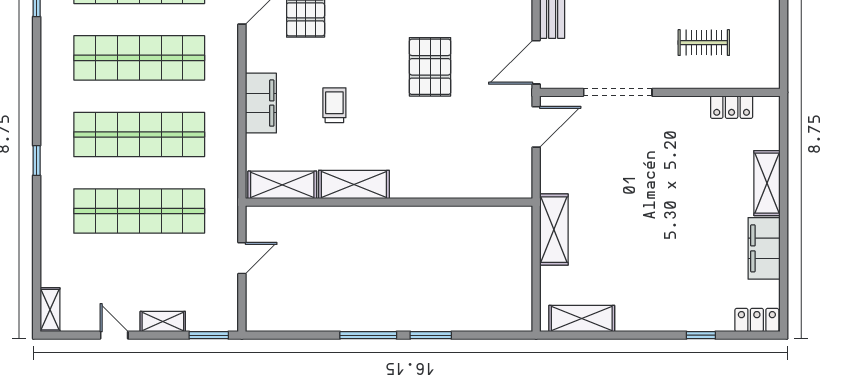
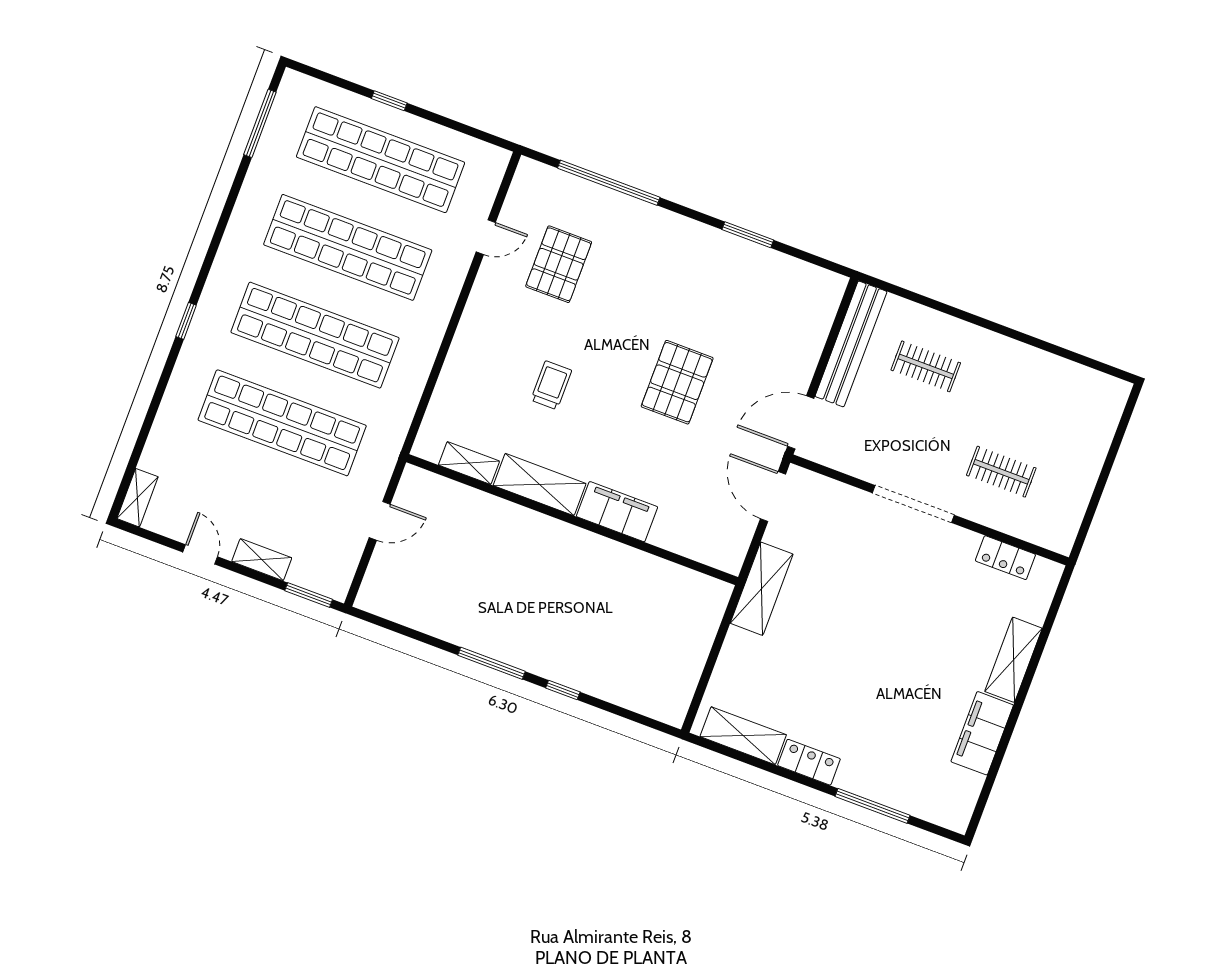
doorway: (618, 92) -> (913, 504), moved
filing cabinet: (261, 103) -> (617, 512), moved, turned -90
door: (536, 127) -> (773, 496), swing flipped
shelving: (282, 185) -> (469, 463), width x0.67, depth x0.75
shelving: (554, 230) -> (762, 589), moved
locker: (757, 320) -> (809, 762), moved
window: (431, 335) -> (563, 690), width x0.67
window: (701, 335) -> (873, 806), width x2.17

